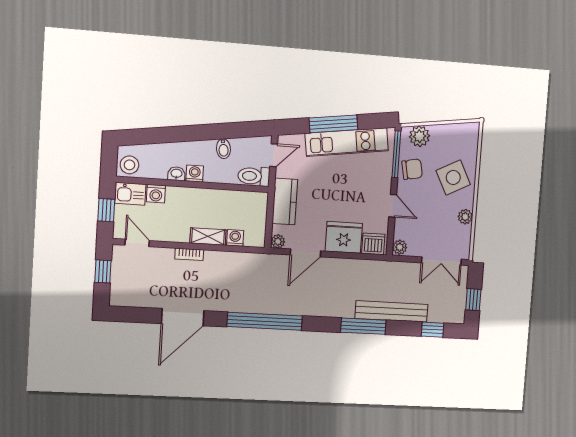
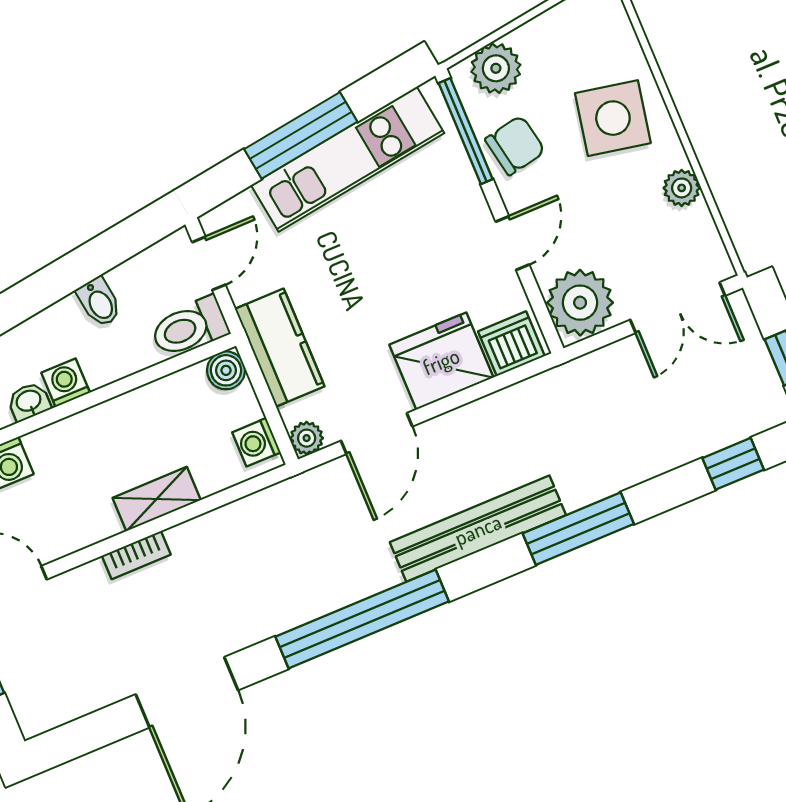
side table: (453, 177) -> (613, 118), turned 38
boiler: (260, 200) -> (226, 370), added
door: (393, 206) -> (512, 243), hinge flipped
washing machine: (235, 238) -> (256, 442), moved, turned -90
plant: (400, 247) -> (580, 303), width x1.87, depth x1.87
bench: (391, 311) -> (478, 529), moved

